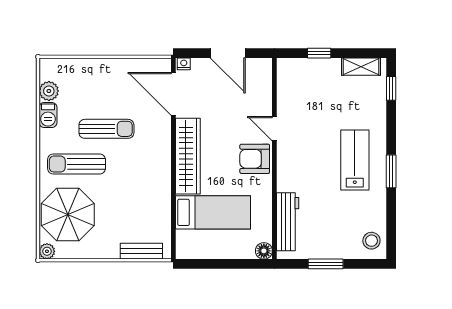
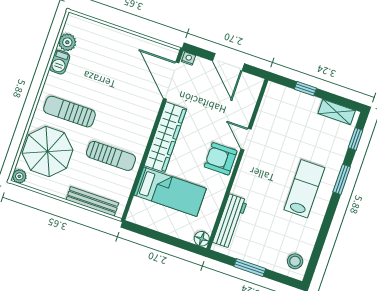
sun lounger: (106, 129) -> (111, 156), moved
window: (391, 171) -> (342, 179), moved
bench: (141, 251) -> (92, 201), width x1.36

